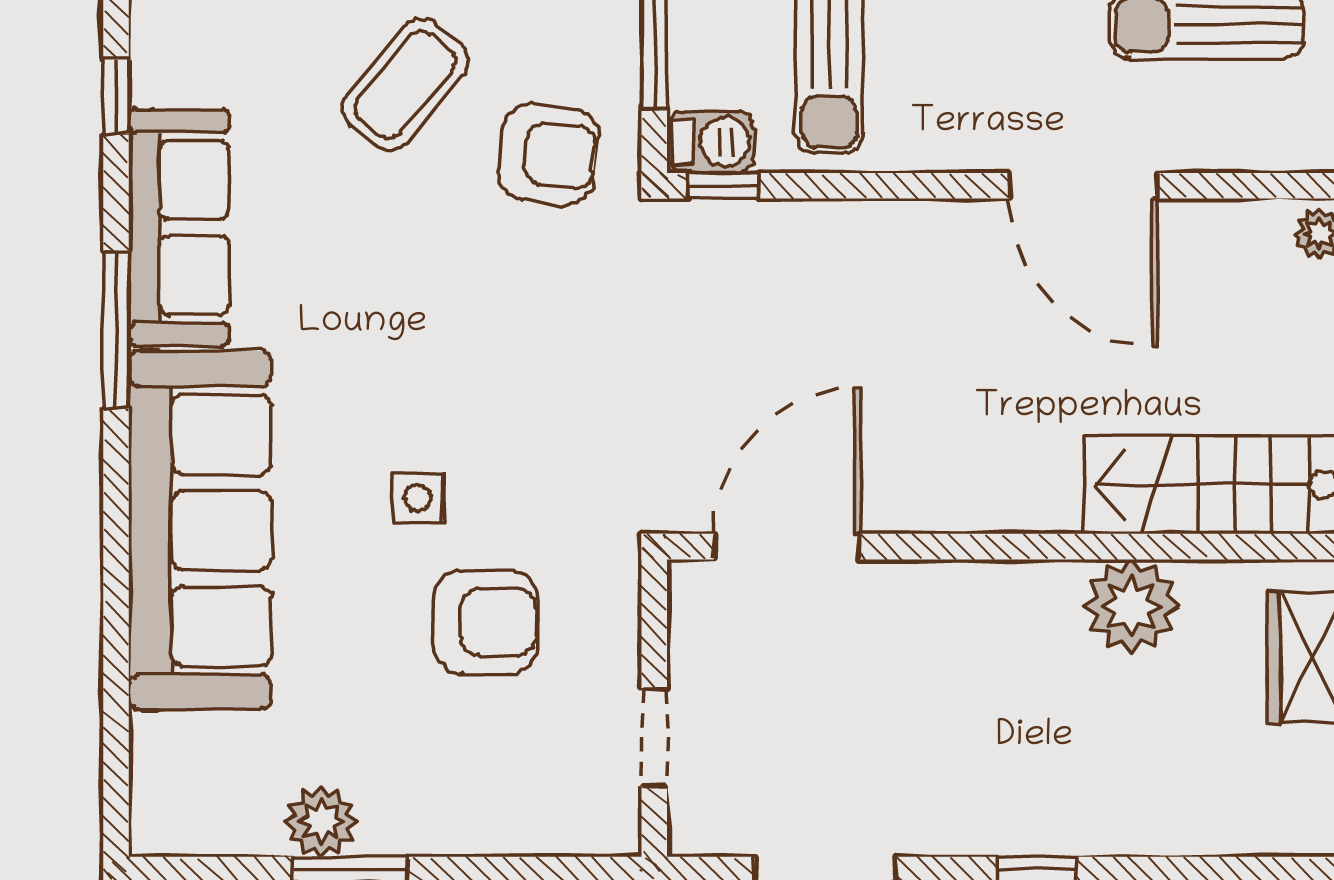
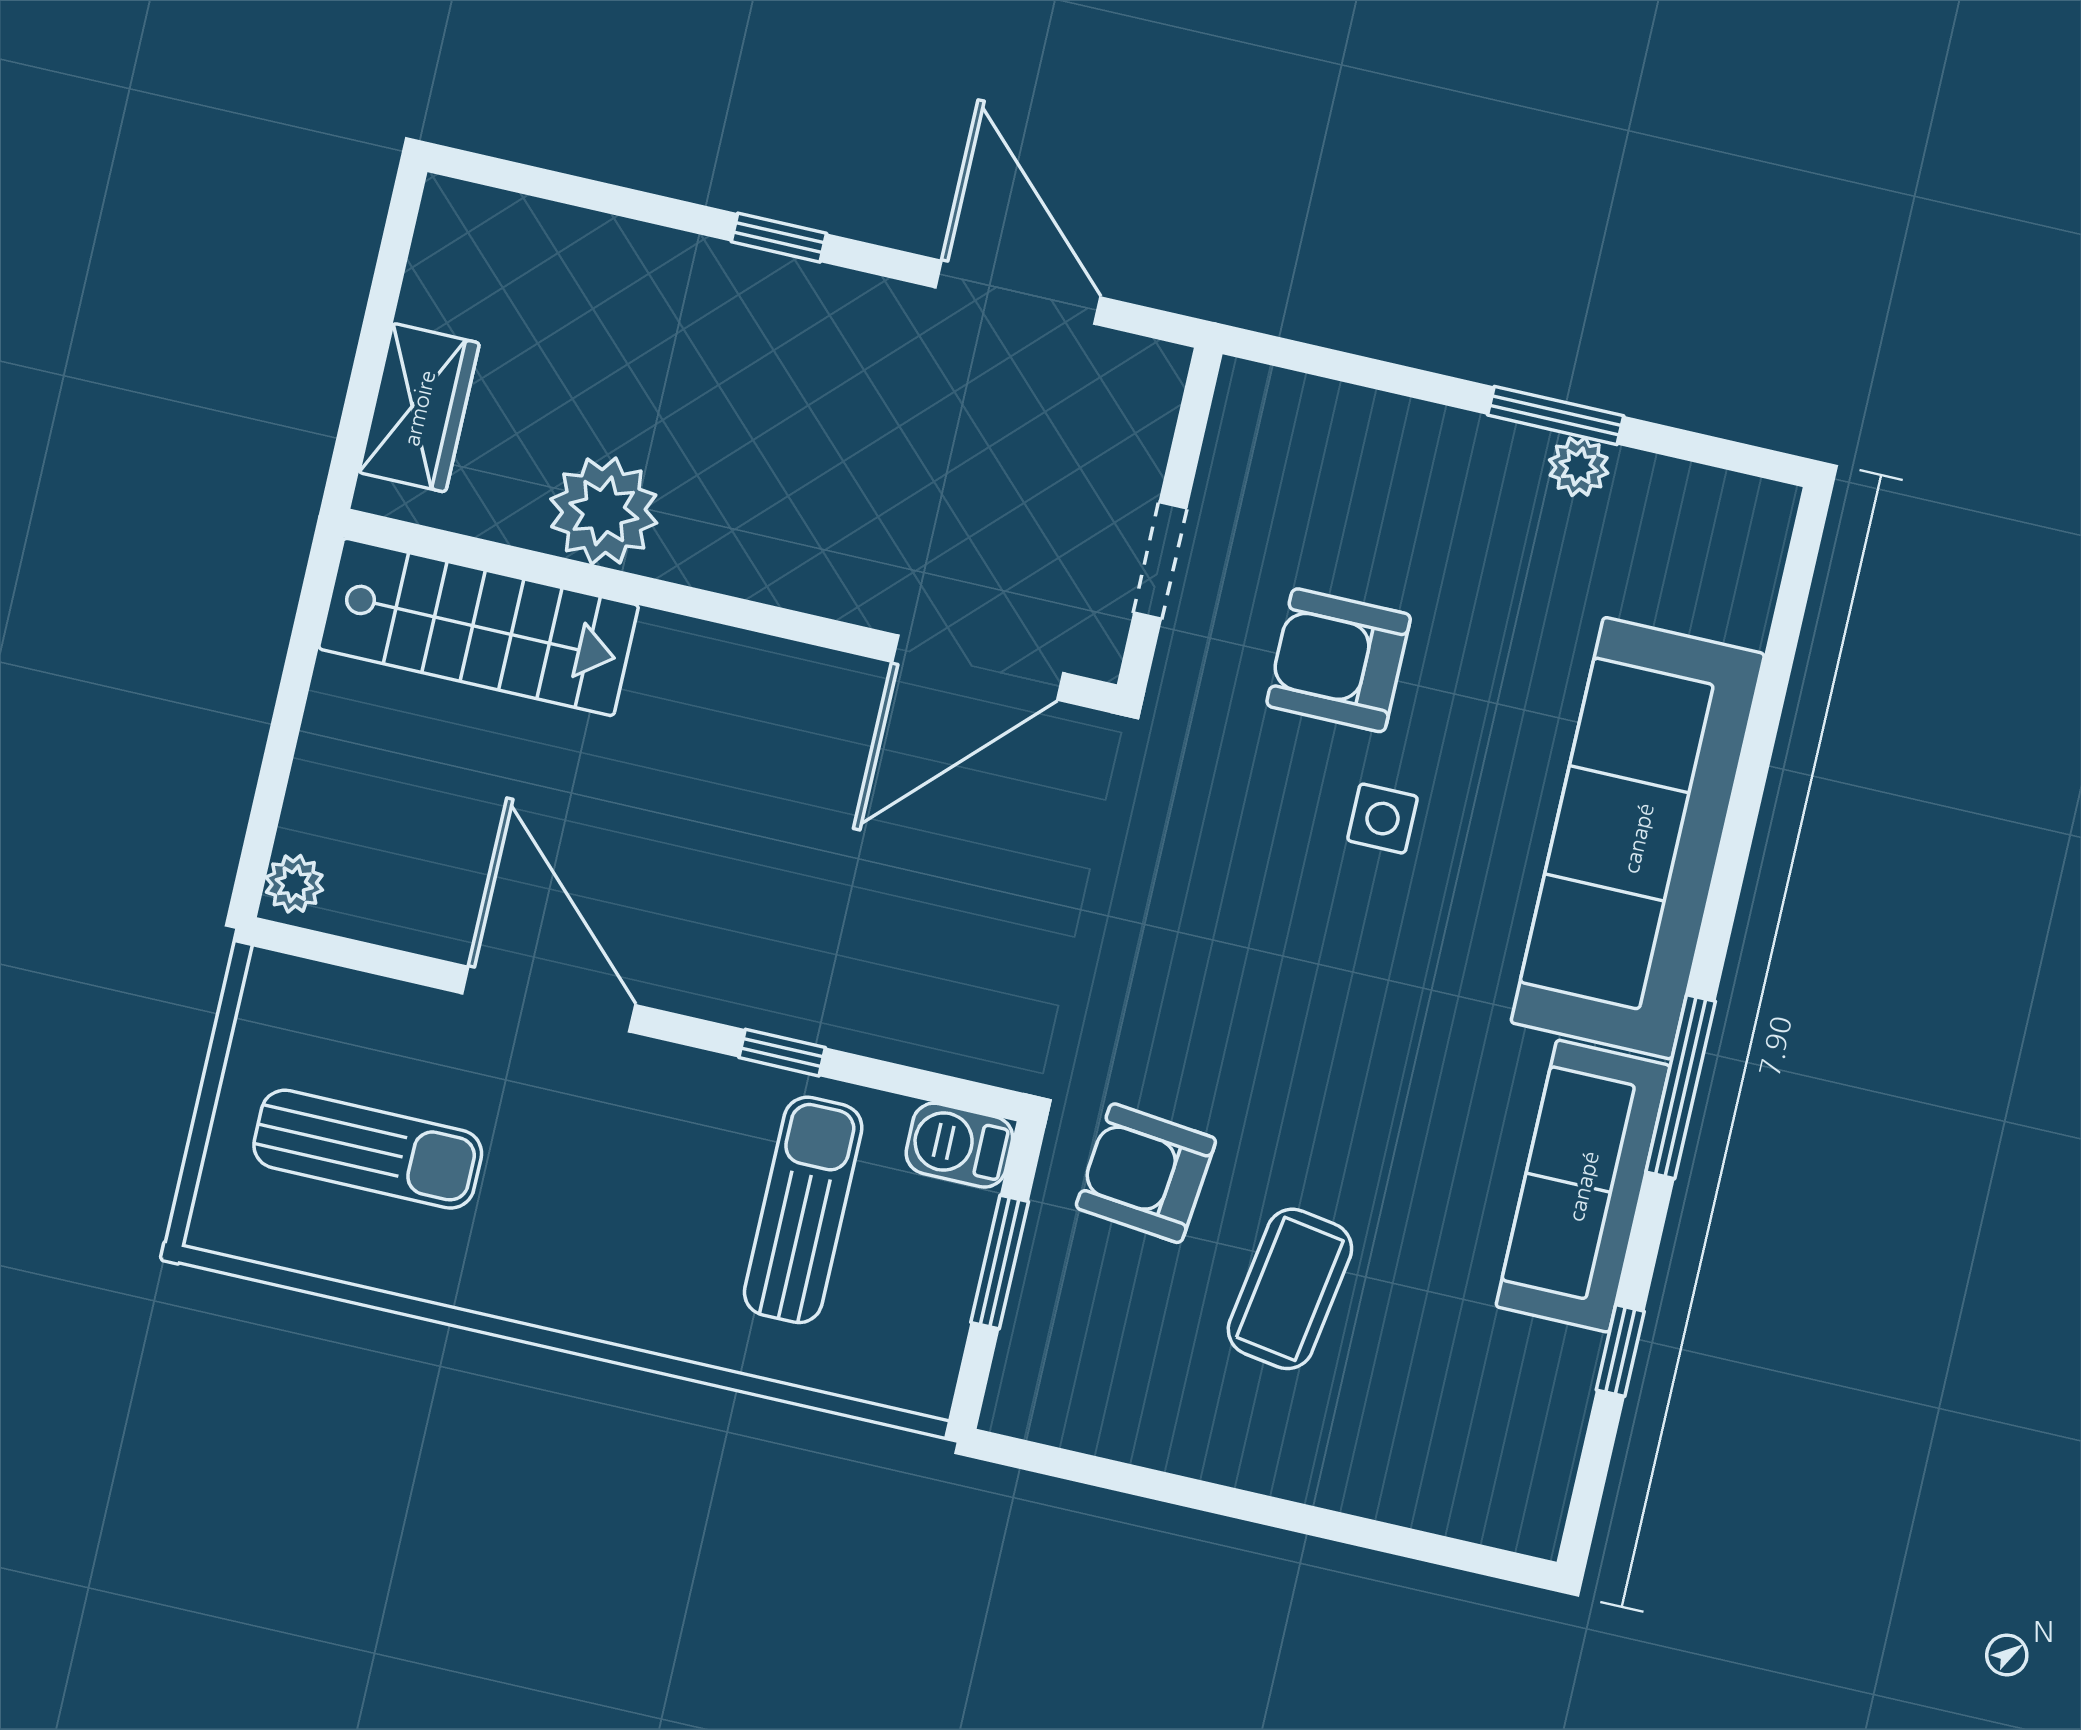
coffee table: (405, 85) -> (1290, 1289), turned -31
window: (723, 186) -> (782, 1053), moved
doorway: (654, 737) -> (1160, 560), moved
plant: (321, 821) -> (1579, 466), width x0.73, depth x0.73

